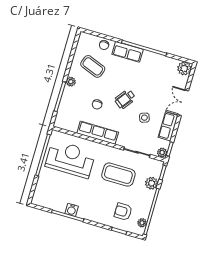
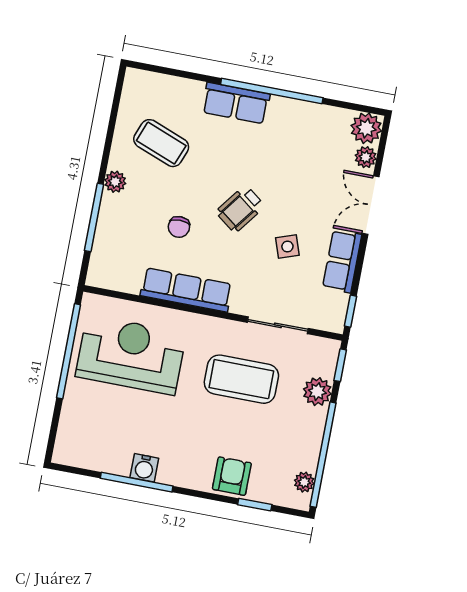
chair: (104, 45) -> (182, 93), removed
plant: (162, 153) -> (366, 157), moved
armchair: (123, 212) -> (232, 476), moved, turned 90

